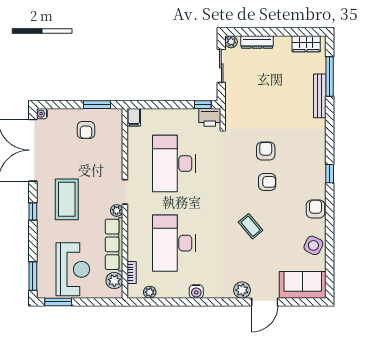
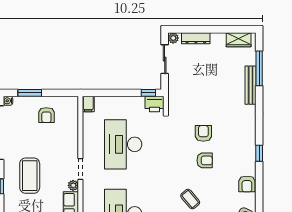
window: (97, 105) -> (30, 93), moved
armchair: (316, 209) -> (247, 184), turned 180

